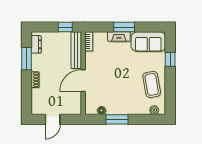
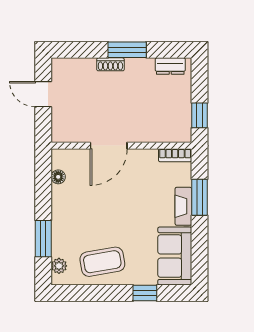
window: (124, 27) -> (199, 197), moved
bench: (76, 50) -> (160, 134), removed
window: (26, 59) -> (127, 50), moved
door: (83, 81) -> (109, 146), swing flipped
window: (117, 119) -> (43, 239), moved

